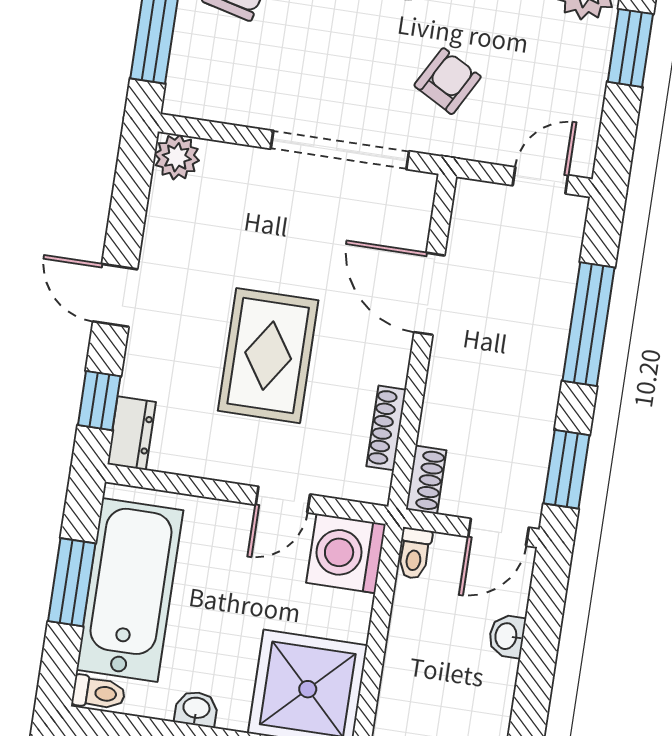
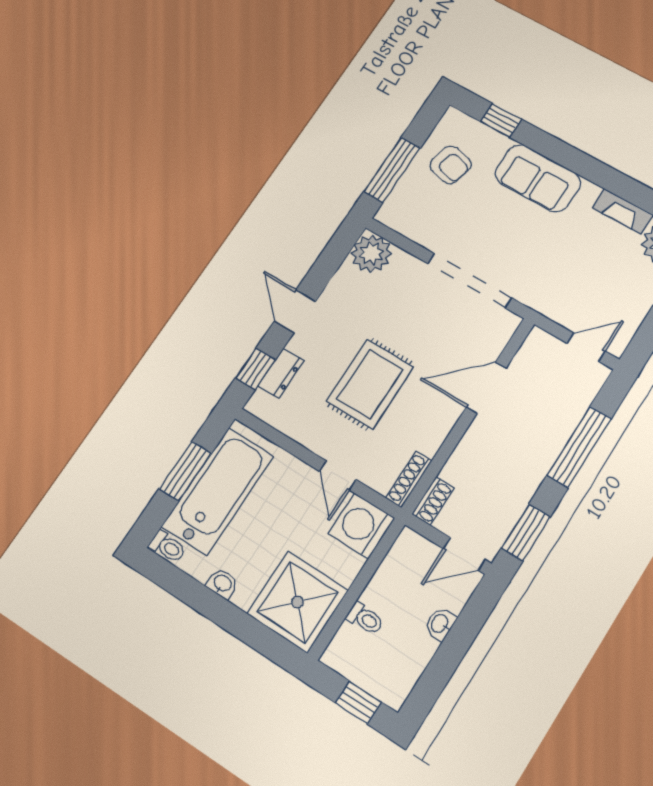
armchair: (448, 81) -> (554, 266), removed
plant: (177, 157) -> (371, 253), width x1.36, depth x1.36
door: (429, 294) -> (486, 388), hinge flipped
shoe rack: (386, 428) -> (409, 479), moved
dresser: (132, 433) -> (281, 373), moved
door: (283, 500) -> (338, 475), hinge flipped
toilet: (414, 553) -> (365, 618), moved, turned -90

